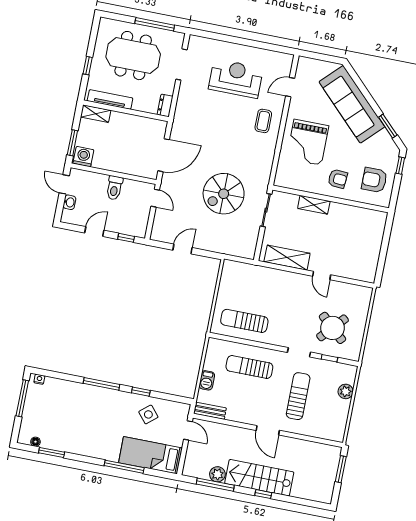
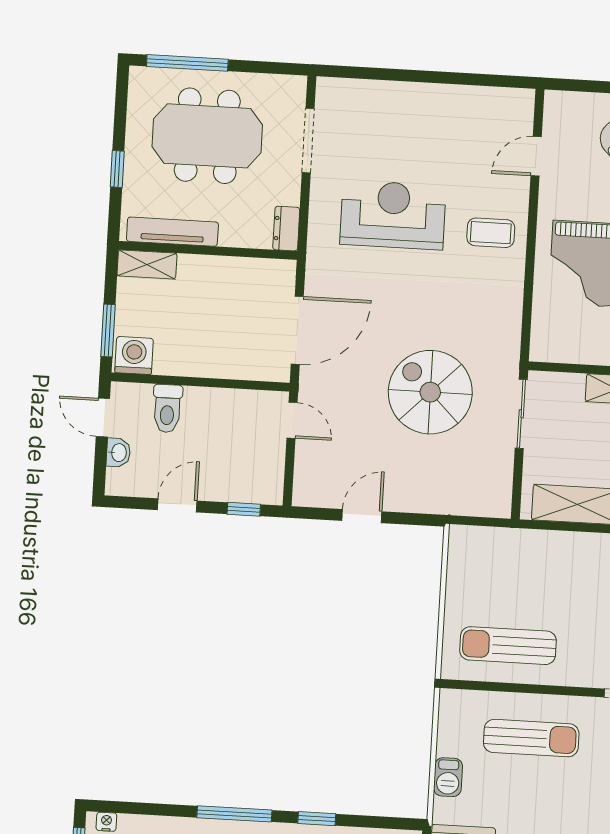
window: (155, 24) -> (187, 63), moved
reception desk: (236, 78) -> (393, 215), moved
coffee table: (263, 121) -> (491, 233), turned 90
toilet: (114, 188) -> (167, 409), moved
spiral stairs: (224, 194) -> (430, 392), turned 90
sun lounger: (249, 367) -> (531, 738), turned 180

